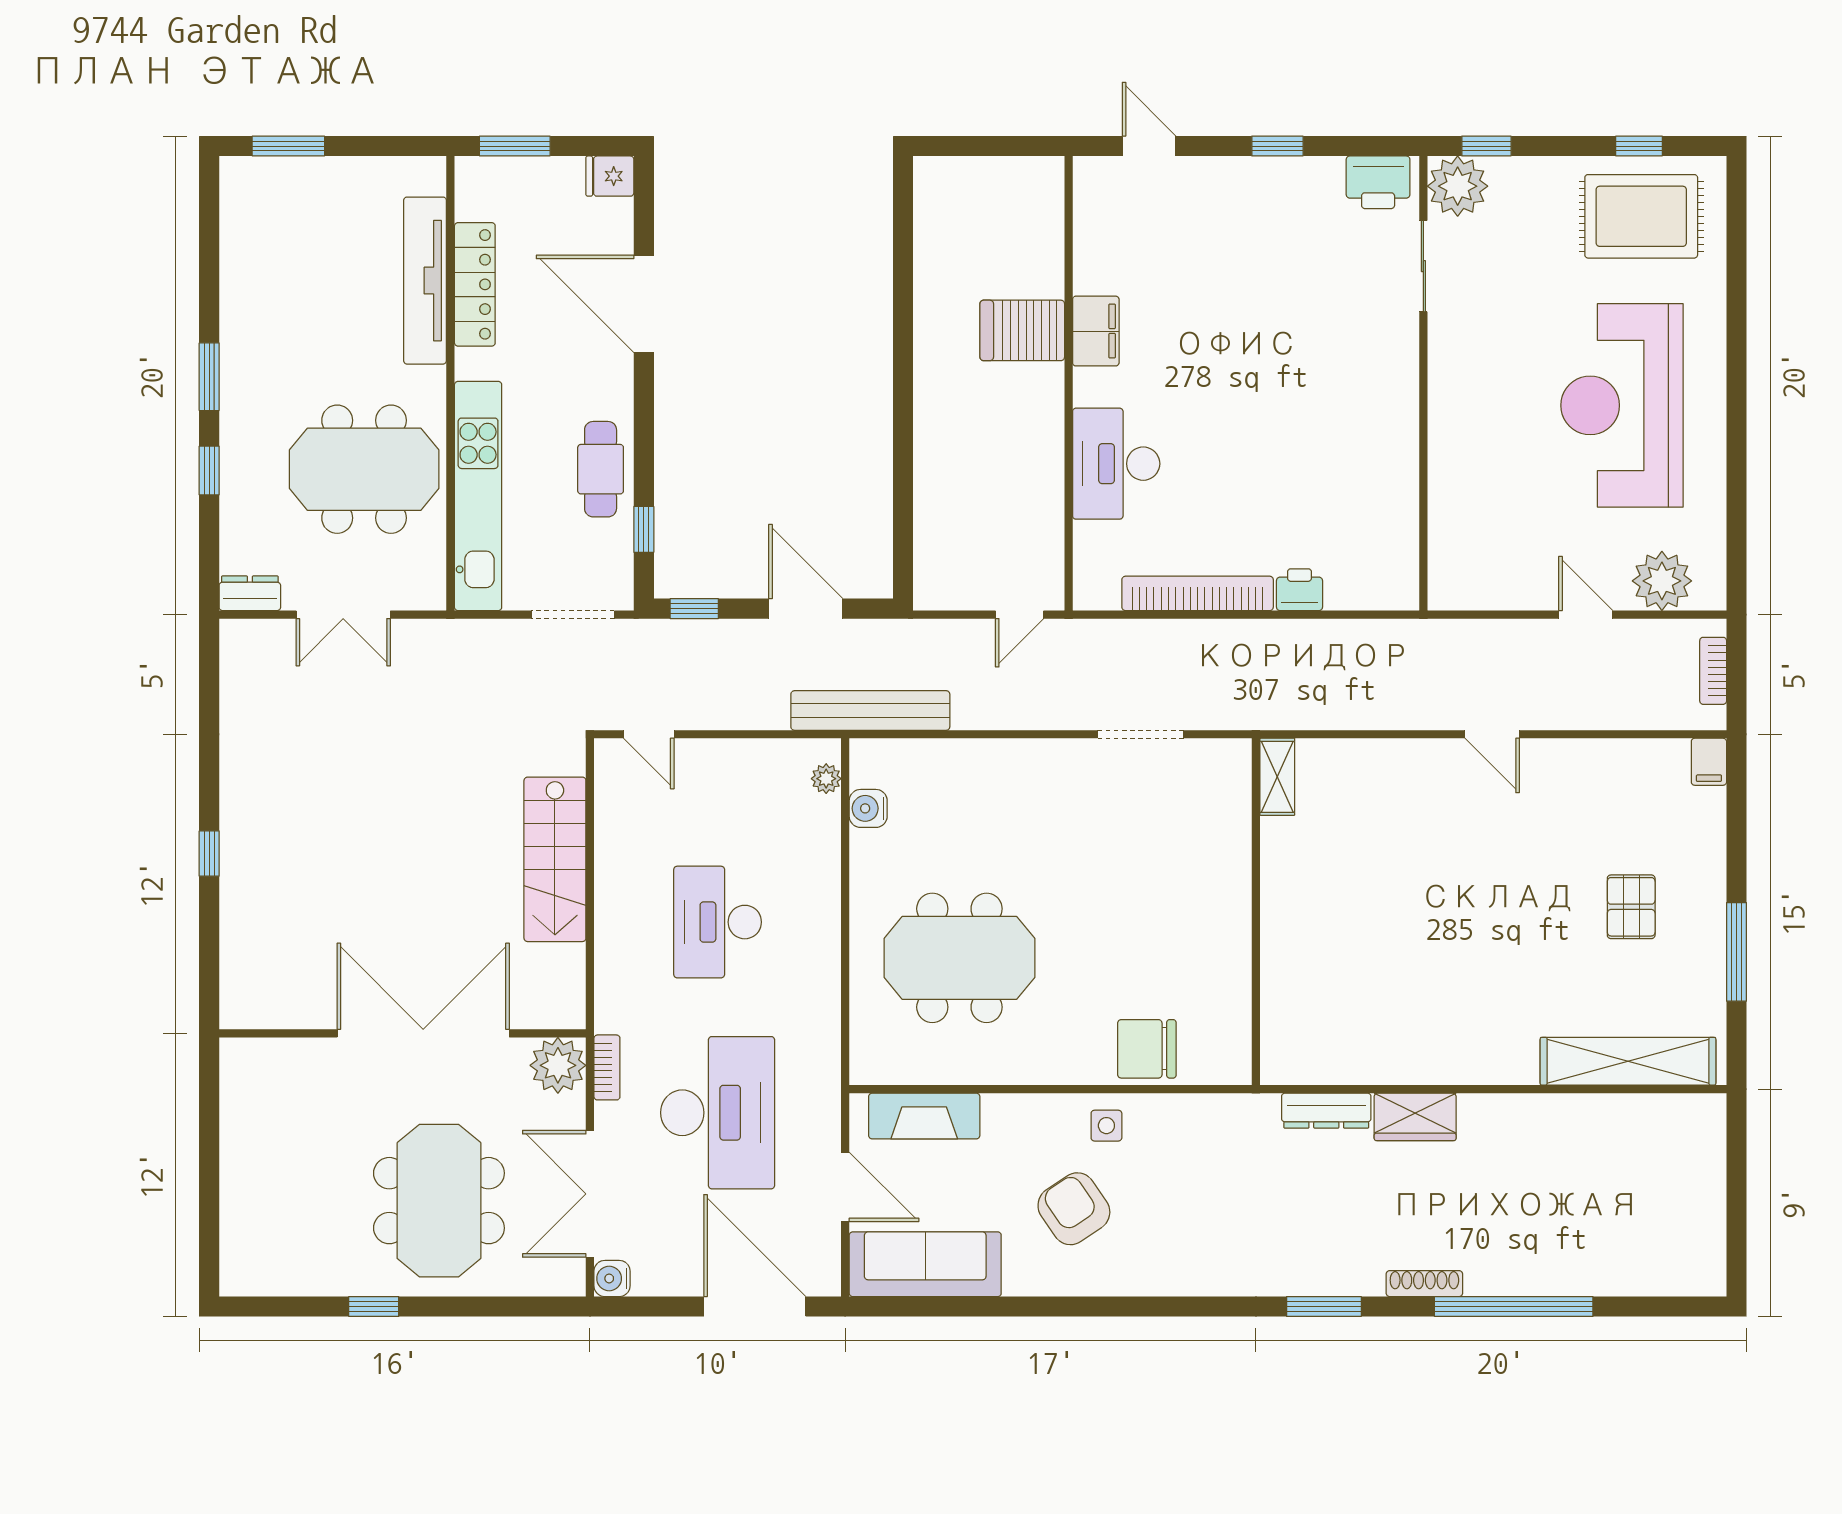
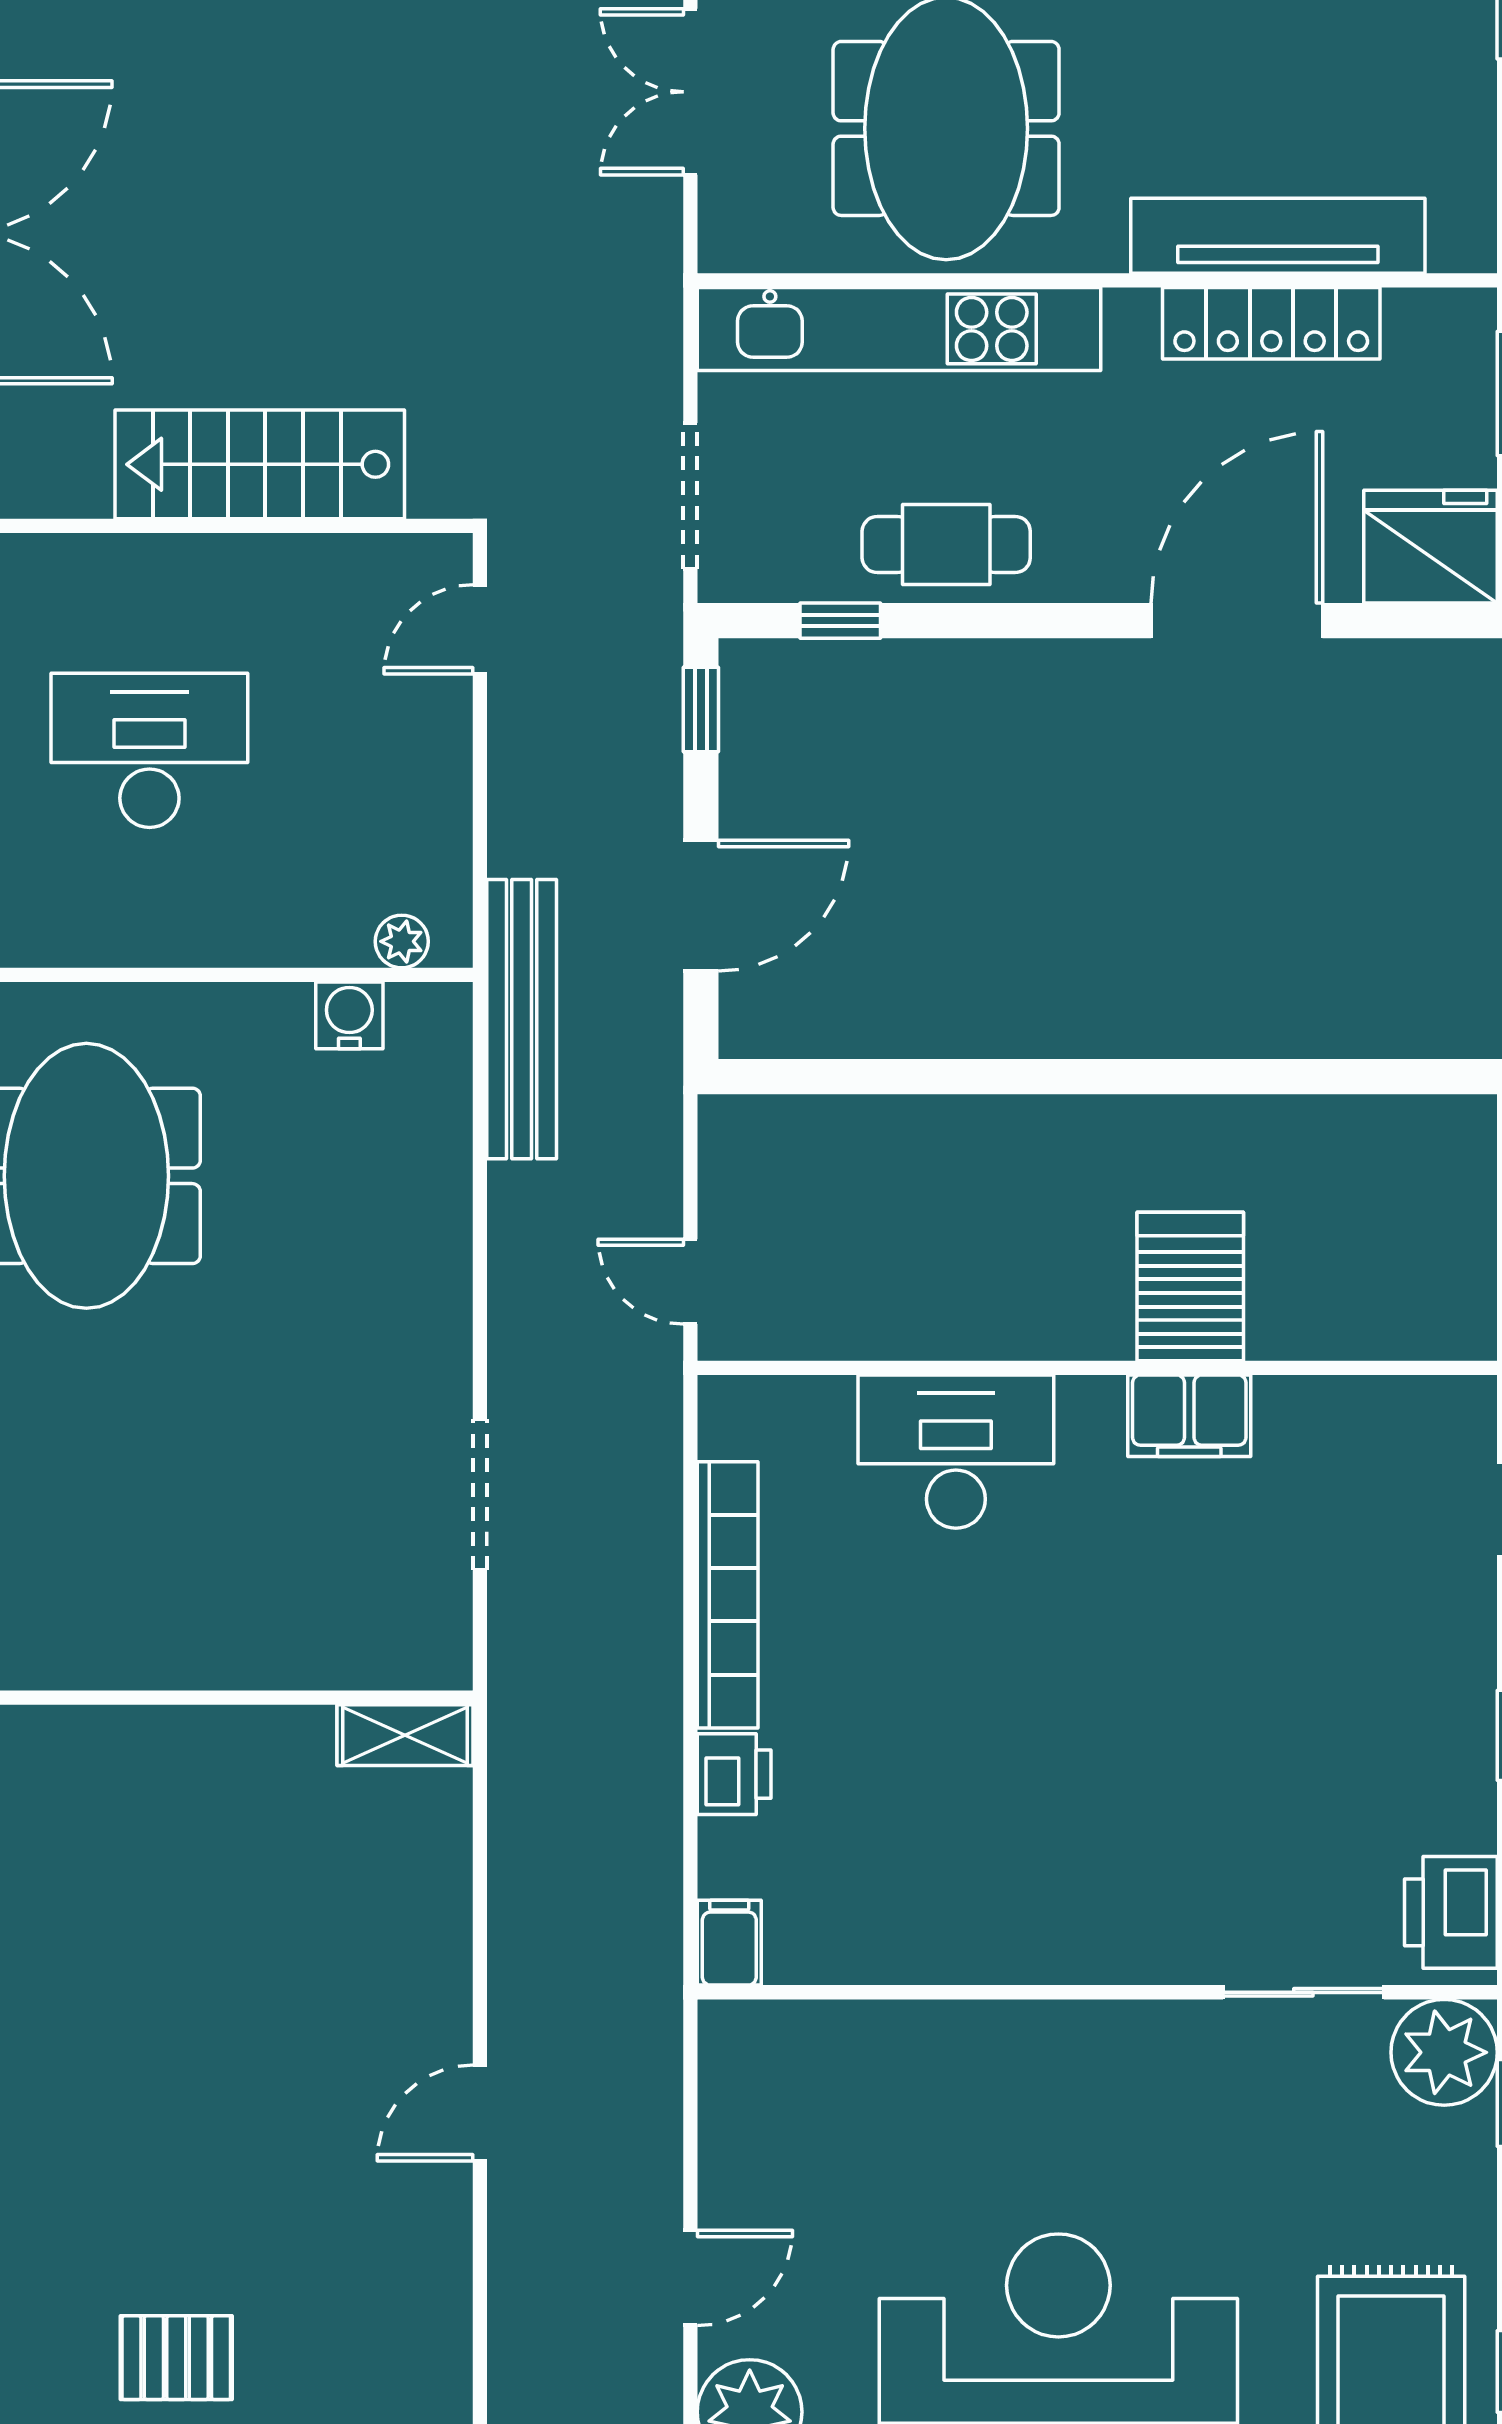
fridge: (610, 176) -> (1431, 547), width x1.88, depth x1.34
filing cabinet: (1395, 592) -> (729, 1943), added

